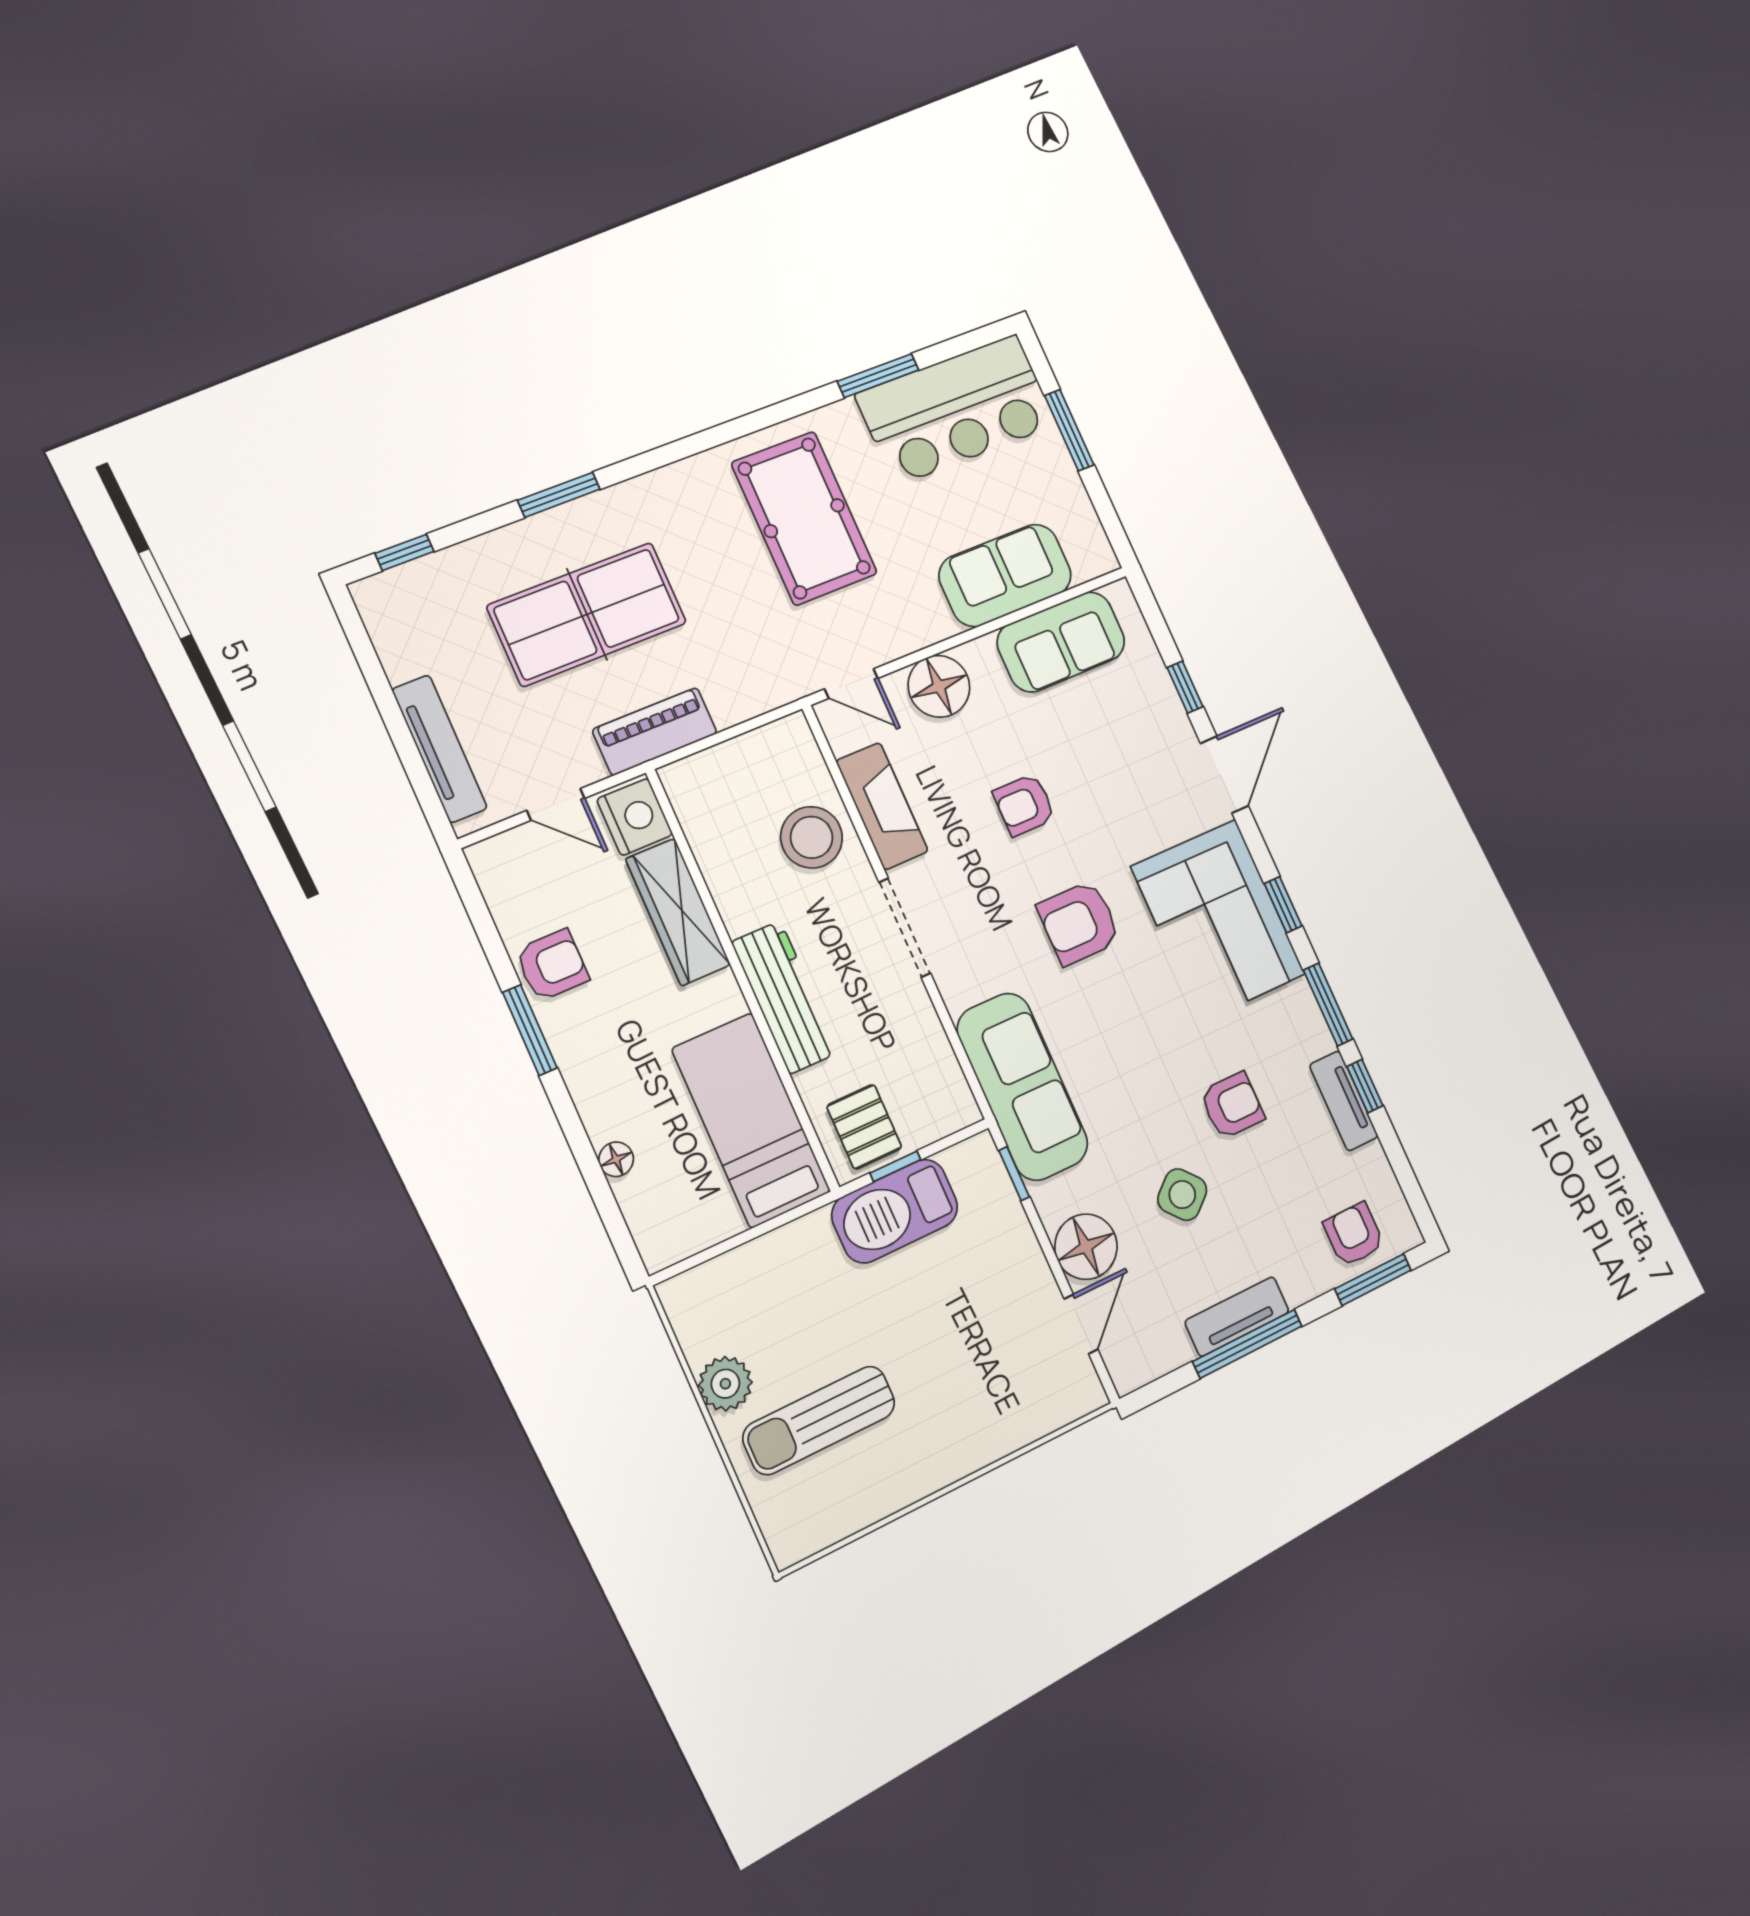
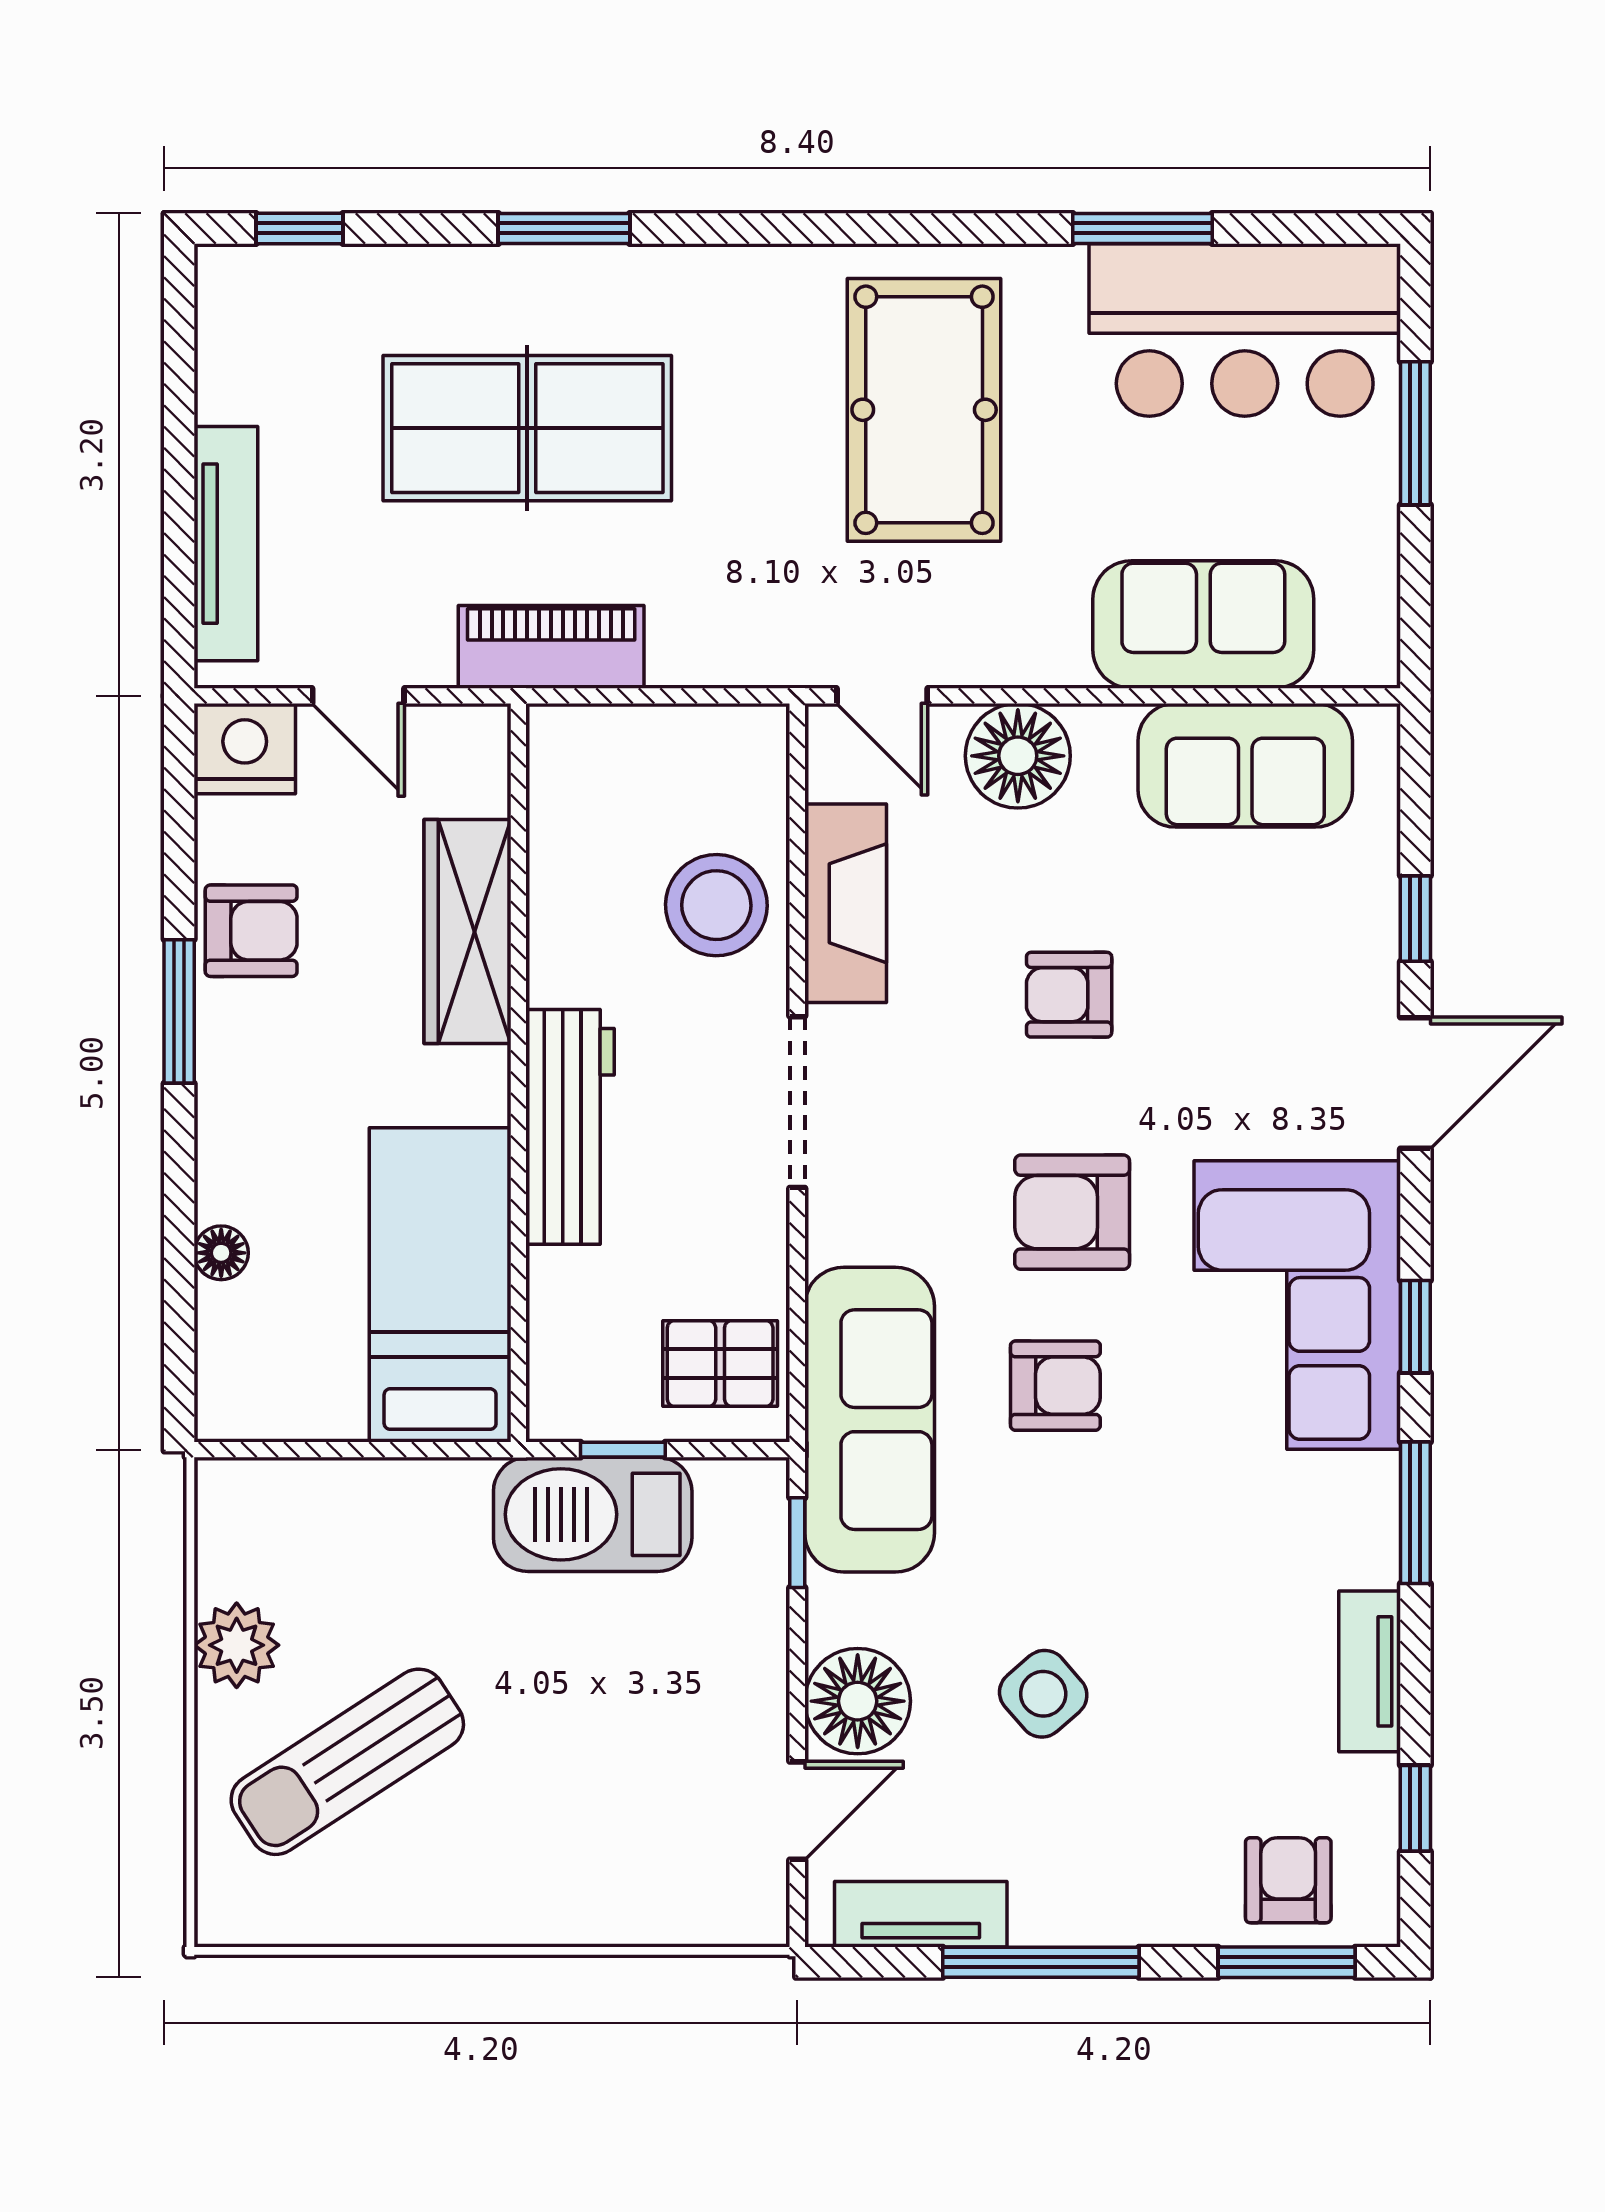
nightstand: (635, 817) -> (245, 749), moved, turned -90
window: (1365, 1086) -> (1415, 1808), moved
armchair: (1232, 1105) -> (1055, 1386), moved
pallet: (864, 1127) -> (720, 1363), moved, turned 90
tv unit: (1237, 1317) -> (921, 1914), moved
sun lounger: (819, 1420) -> (347, 1762), turned -33

